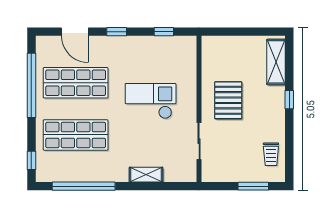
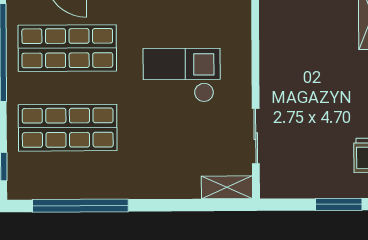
pallet: (228, 100) -> (300, 74), removed
shelving: (146, 175) -> (227, 187), moved

